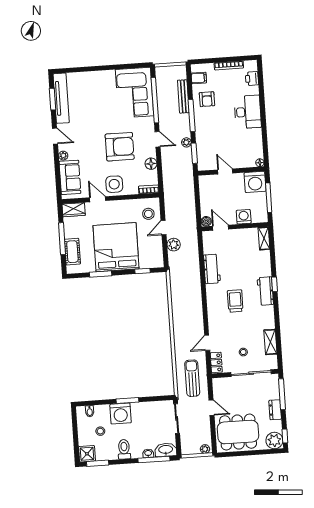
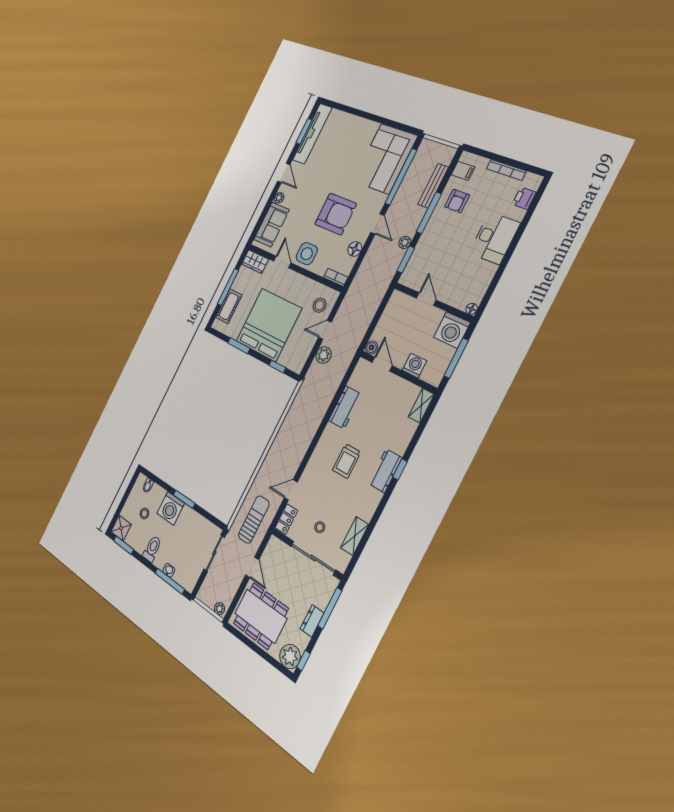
trolley: (235, 301) -> (347, 461), turned 180
washbasin: (166, 450) -> (185, 579), removed

